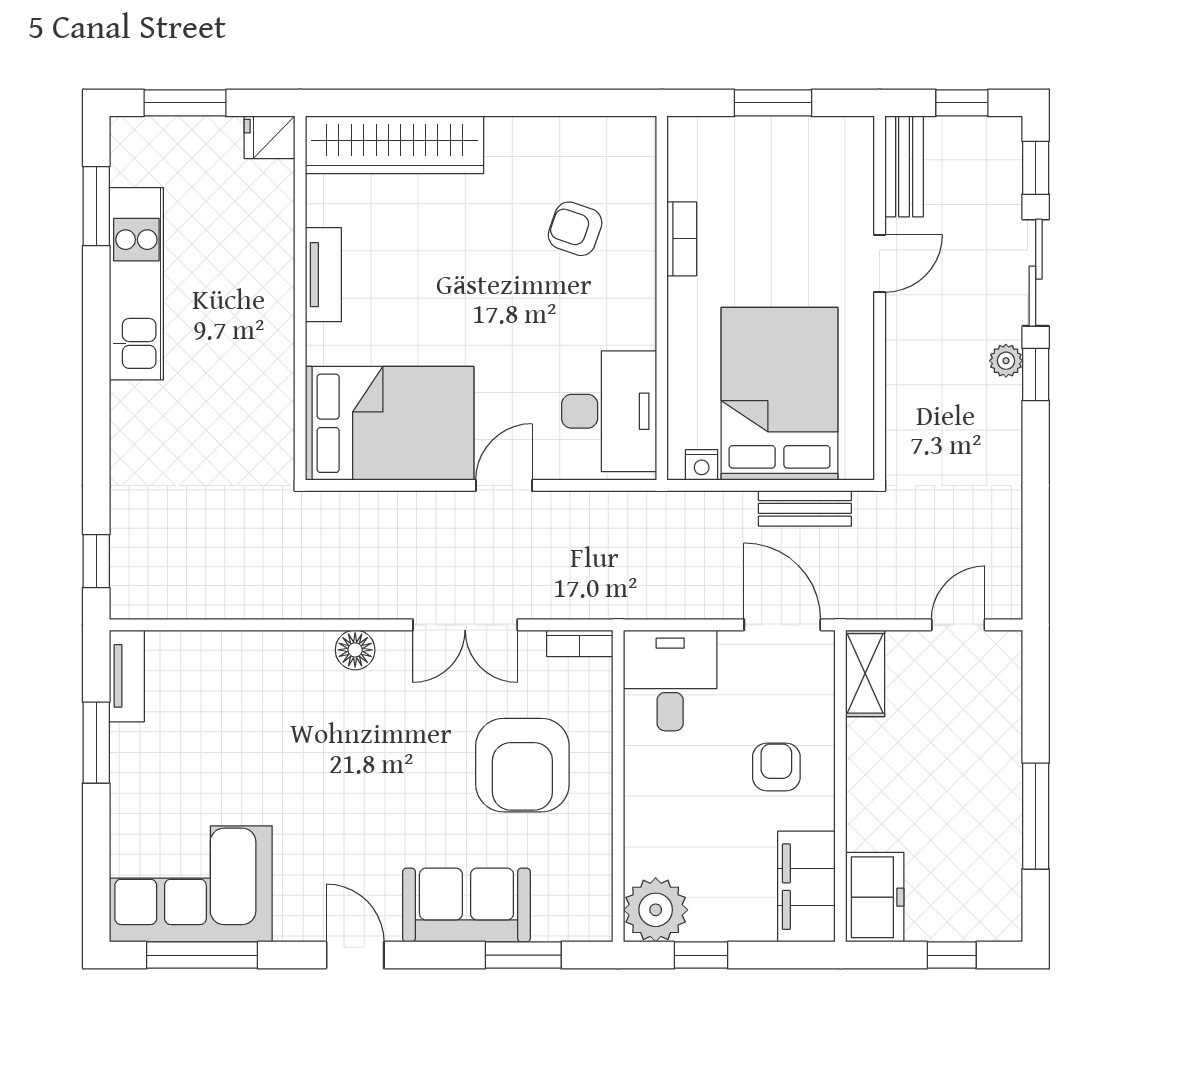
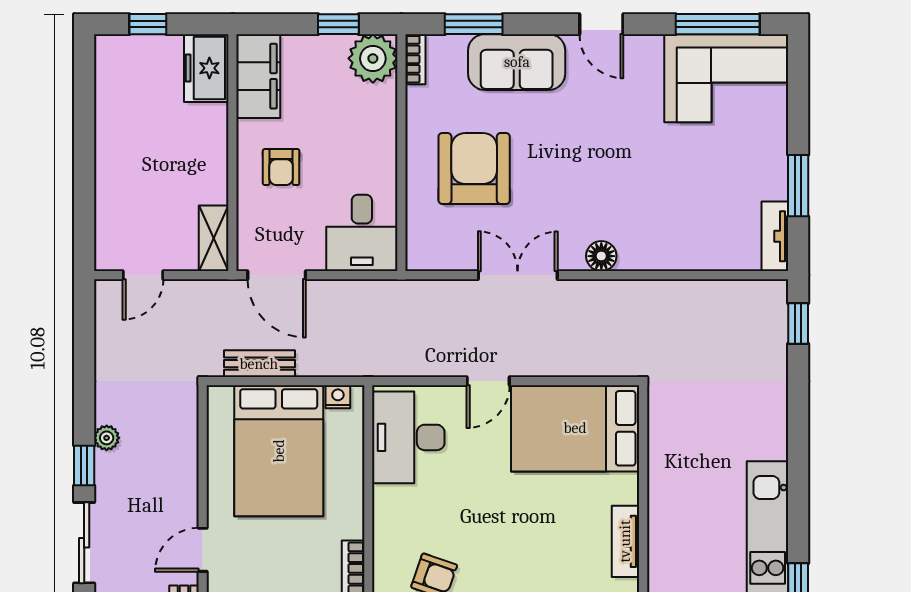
plant: (1006, 361) -> (107, 438), moved
bookcase: (580, 643) -> (415, 59), moved, turned 90
window: (1036, 816) -> (84, 130), removed

